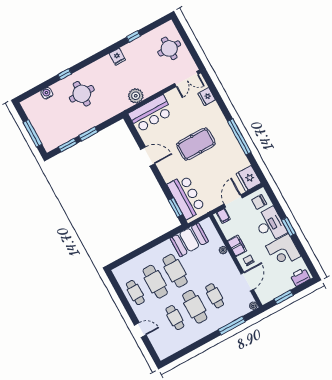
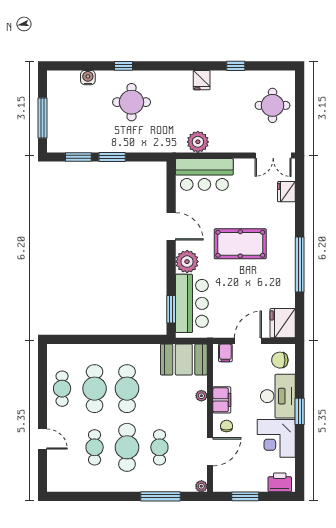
plant: (169, 173) -> (187, 262), added
booth: (189, 240) -> (184, 359), moved

